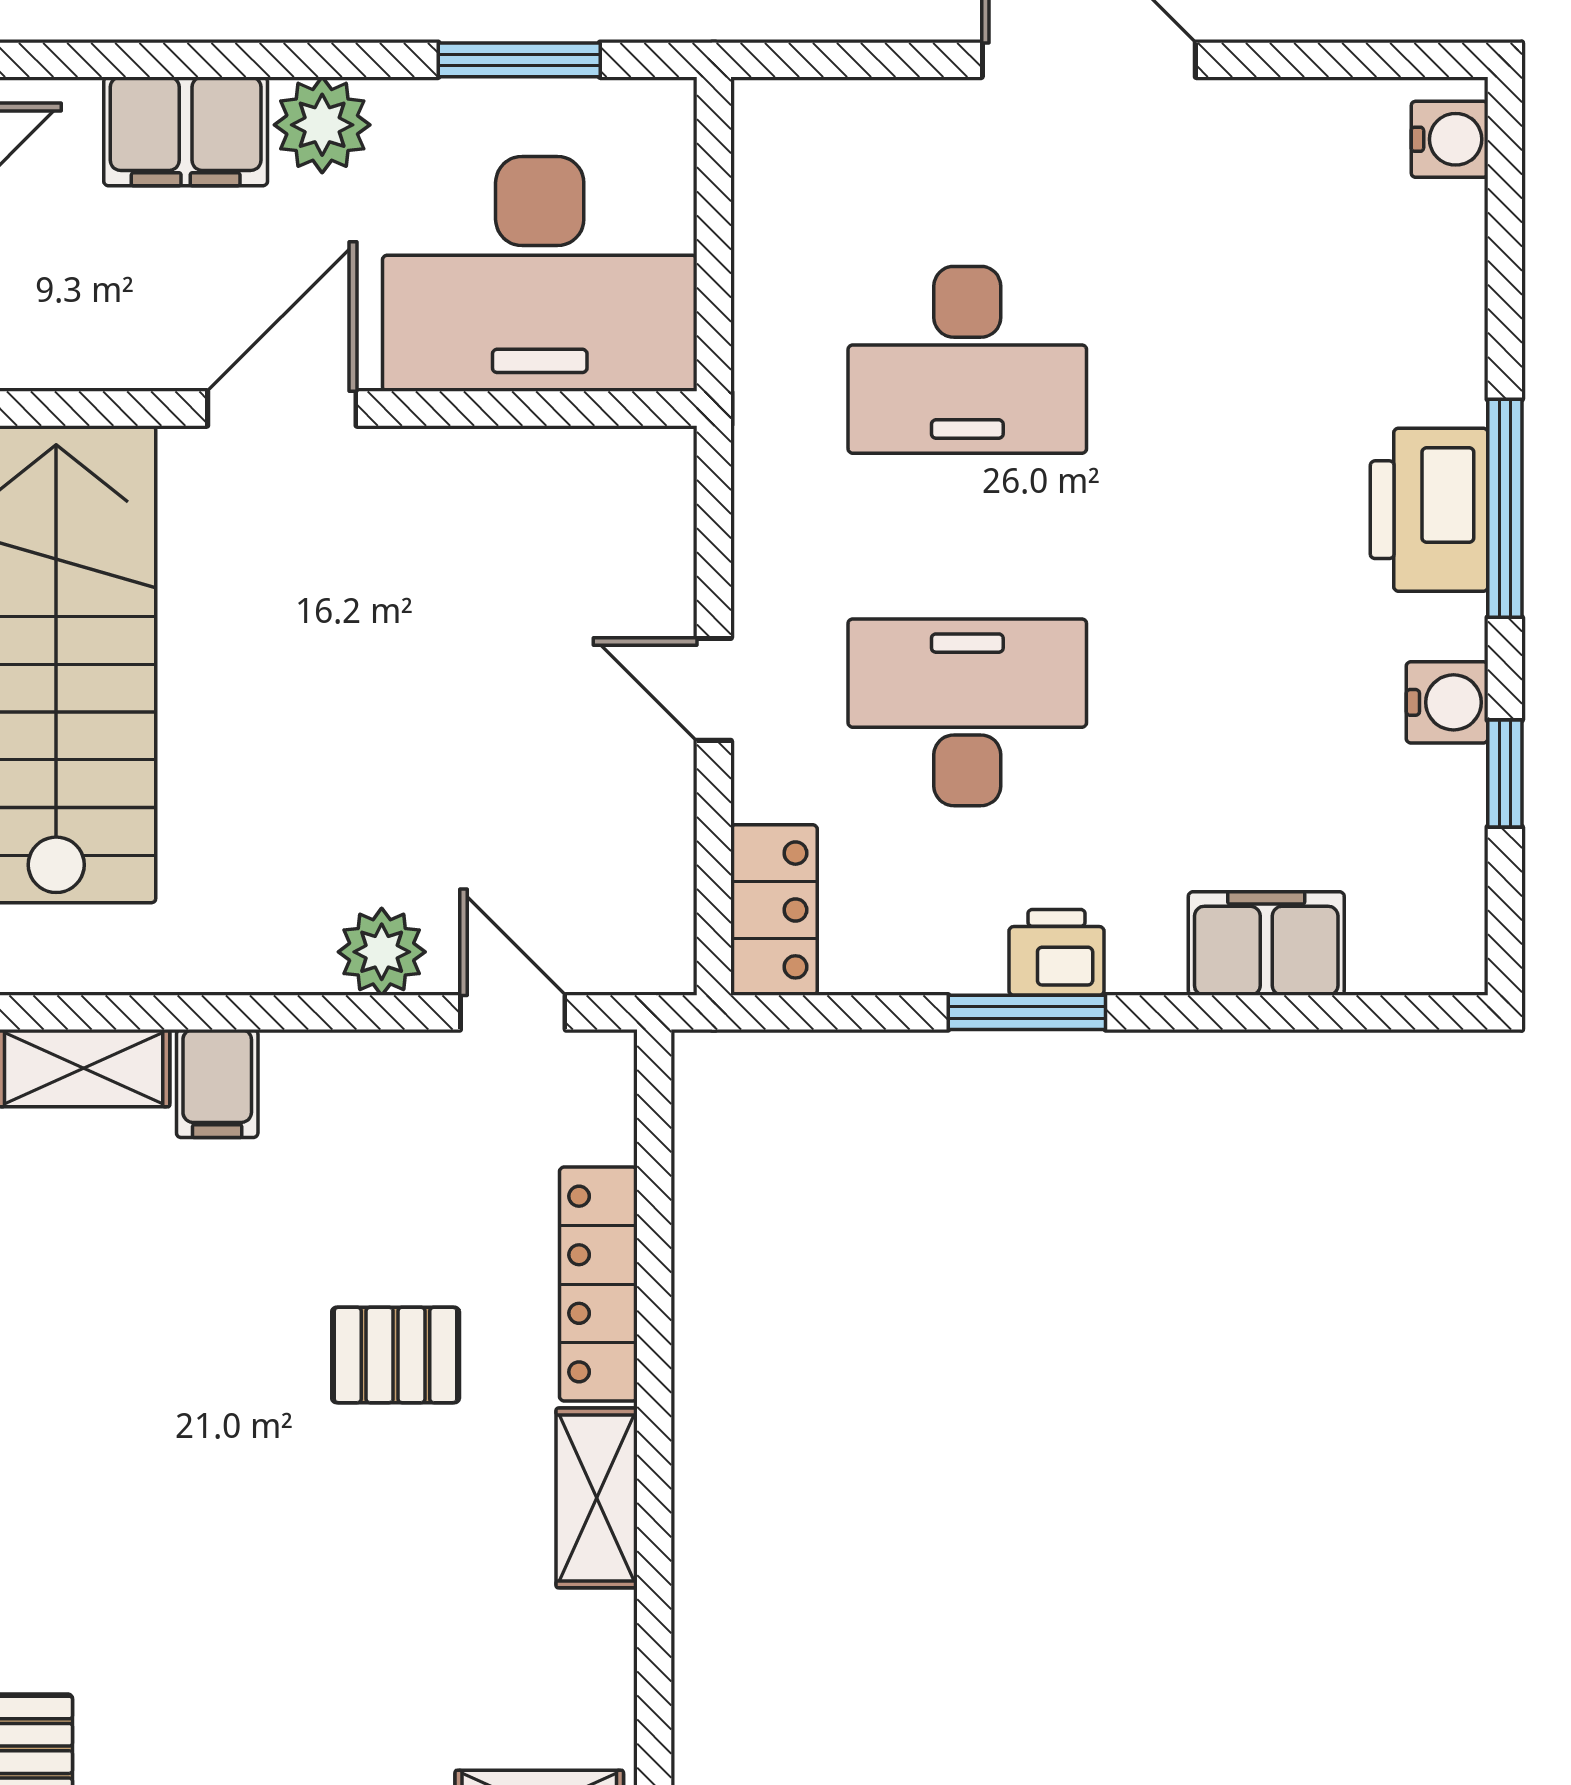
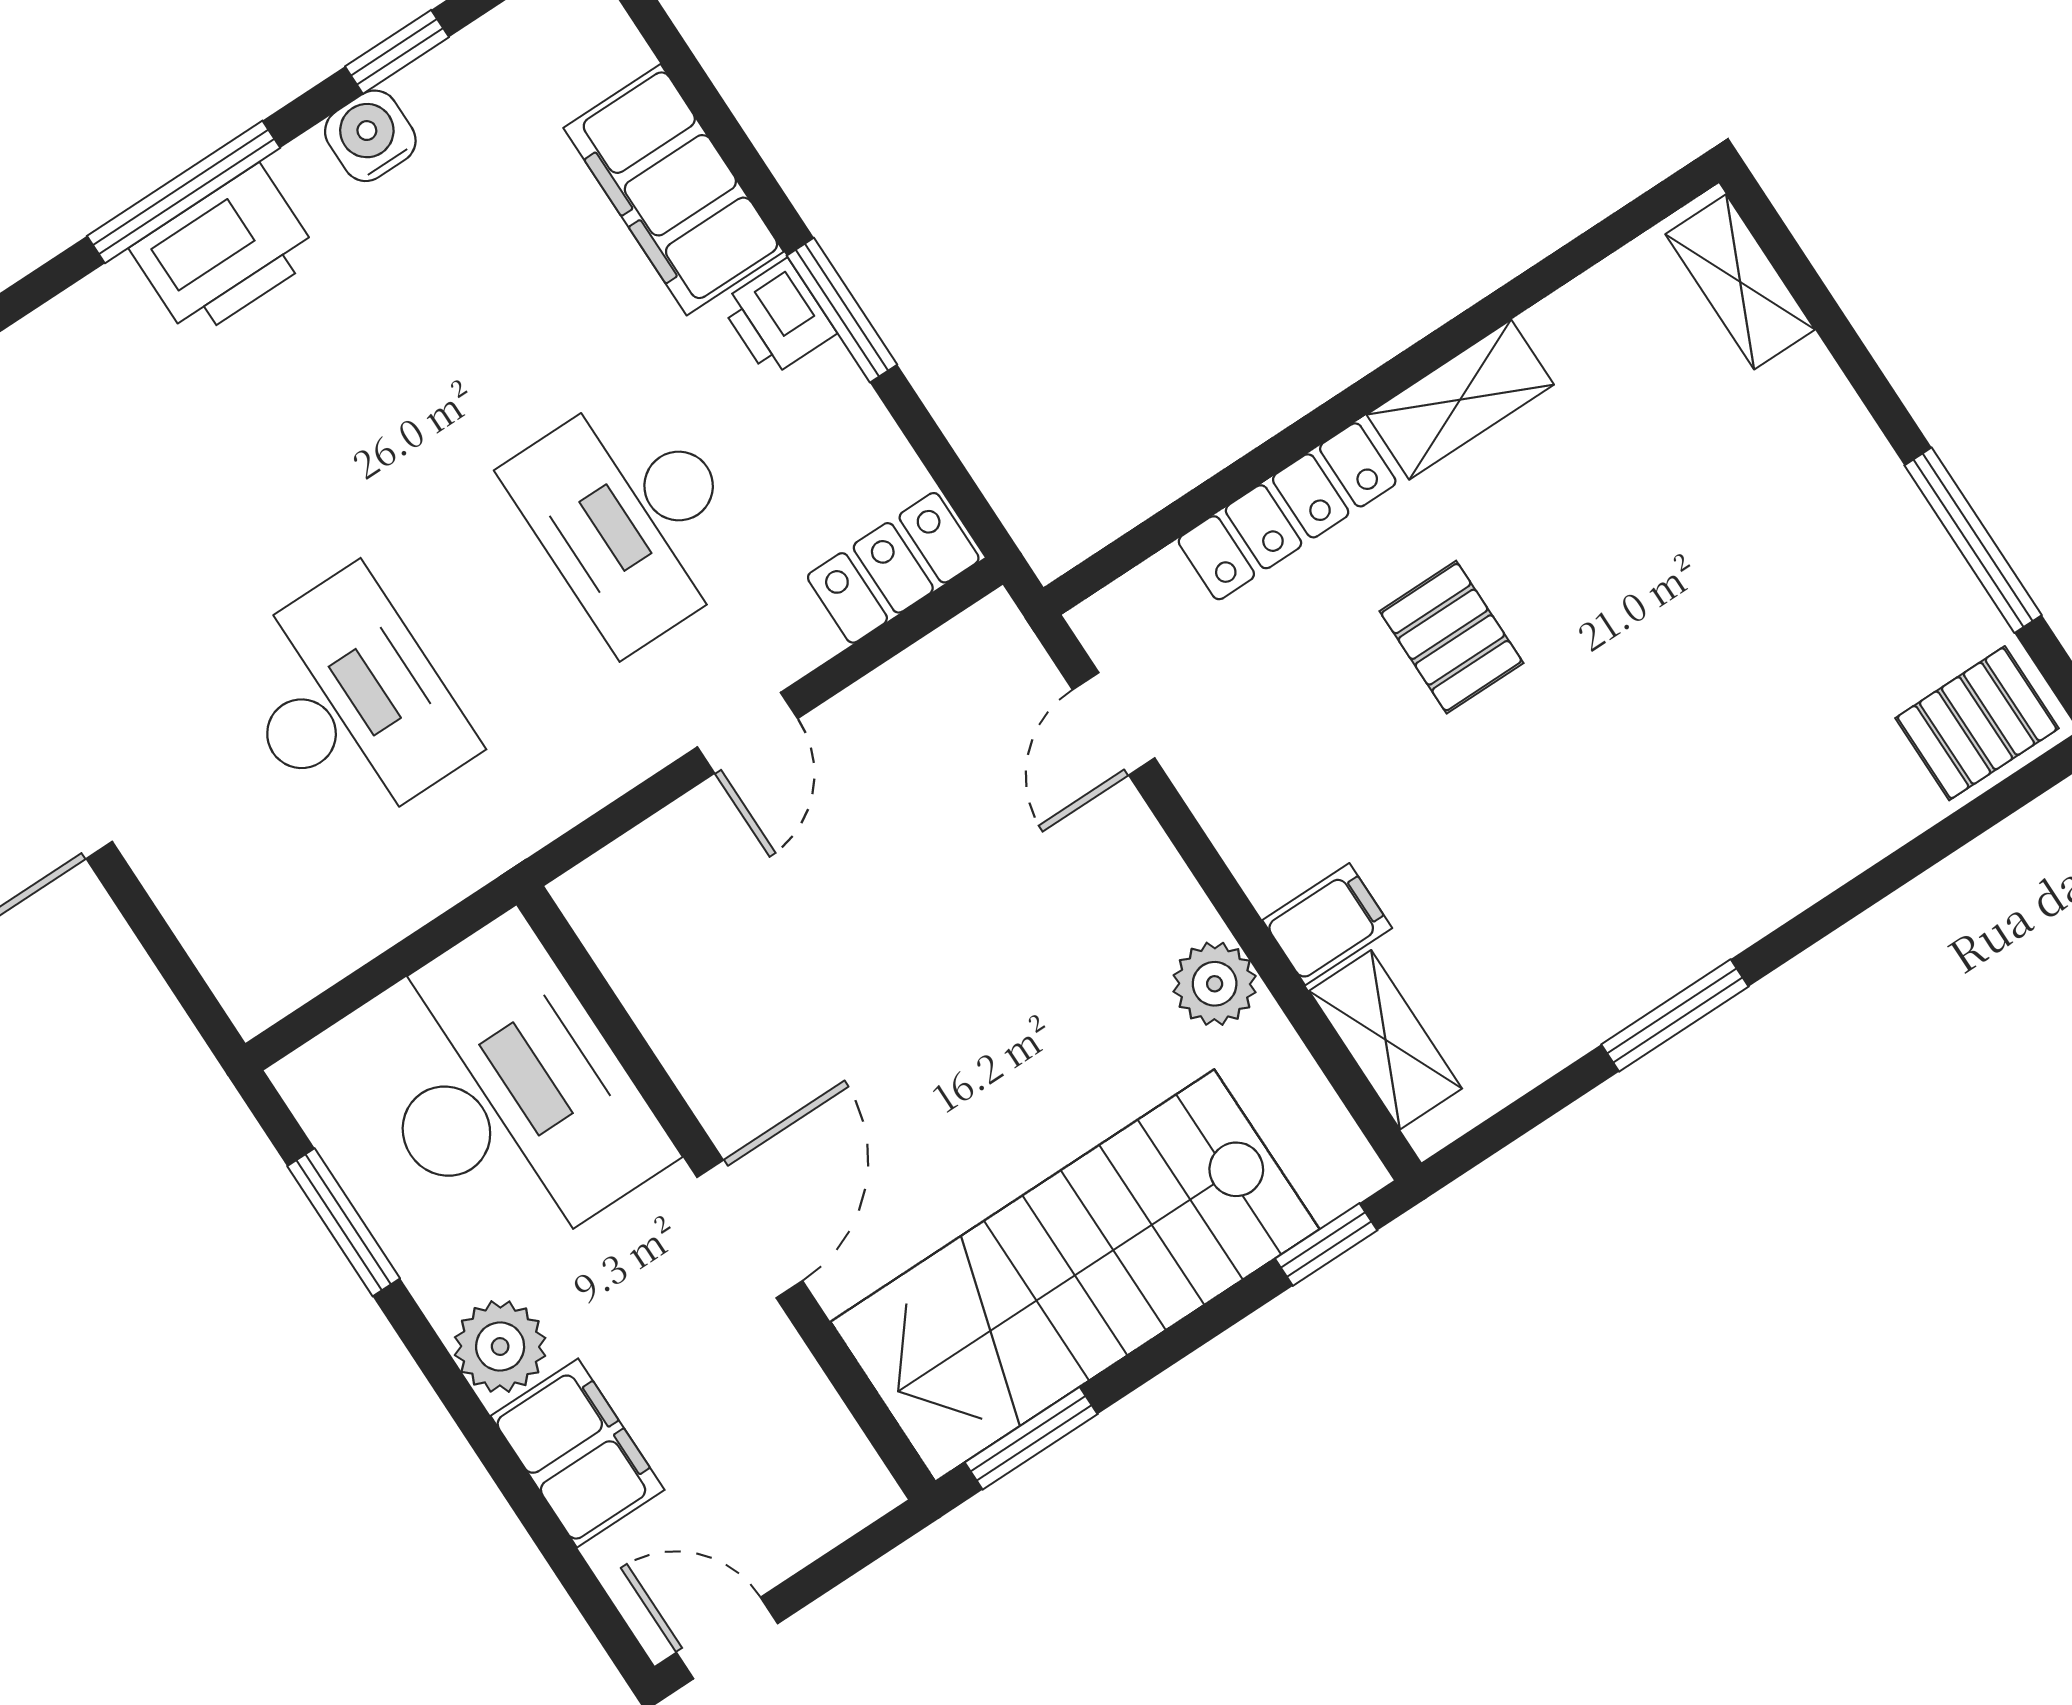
door: (282, 408) -> (750, 1229), swing flipped
filing cabinet: (1266, 944) -> (674, 190), width x1.50, depth x1.17
plant: (382, 952) -> (1215, 984), moved

